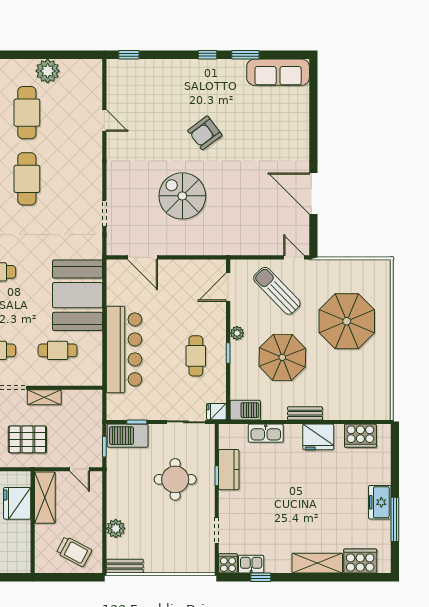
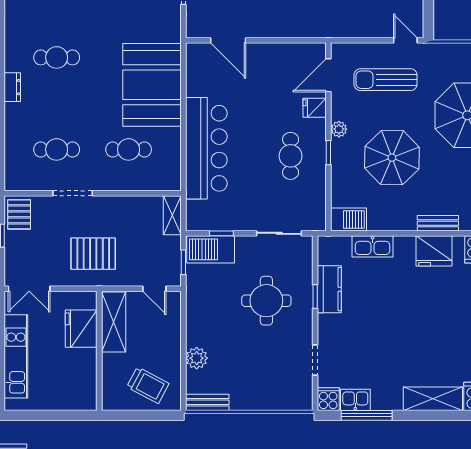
sun lounger: (277, 291) -> (386, 80), turned -46
shelving: (44, 397) -> (172, 215), moved, turned 90
fridge: (216, 412) -> (315, 108), moved
bench: (305, 413) -> (438, 223), moved
window: (261, 577) -> (367, 415), width x2.17

